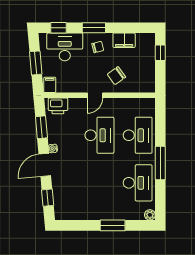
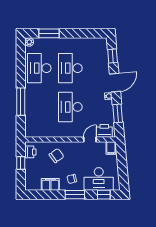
window: (160, 53) -> (21, 163), moved
window: (36, 63) -> (122, 166), removed
printer: (148, 80) -> (30, 152), added
door: (95, 95) -> (90, 139), moved
desk: (138, 135) -> (70, 68), moved
window: (160, 163) -> (21, 102), moved
window: (113, 225) -> (49, 33), moved

